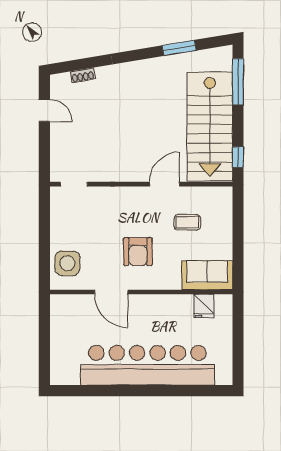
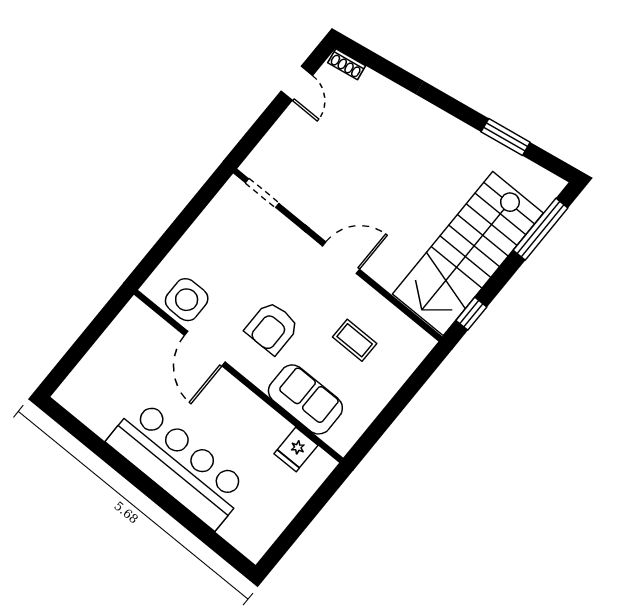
shoe rack: (83, 75) -> (347, 64), moved
door: (165, 184) -> (341, 258), moved
side table: (67, 263) -> (187, 300), moved
sofa: (207, 275) -> (305, 399), moved
bar counter: (147, 365) -> (178, 464), width x0.73

